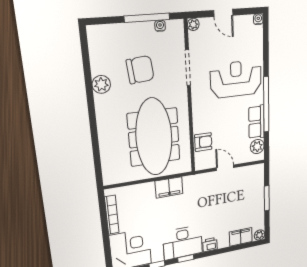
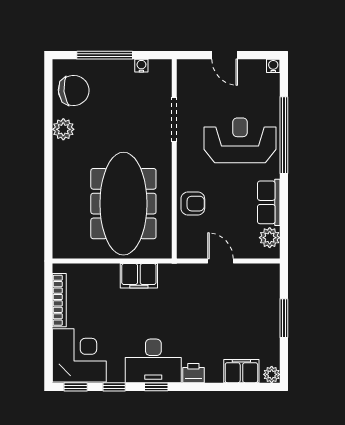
window: (147, 18) -> (105, 55), moved
plant: (193, 24) -> (184, 67), removed
chair: (140, 70) -> (74, 90), moved
window: (266, 105) -> (284, 135), moved
armchair: (203, 142) -> (193, 204), moved

